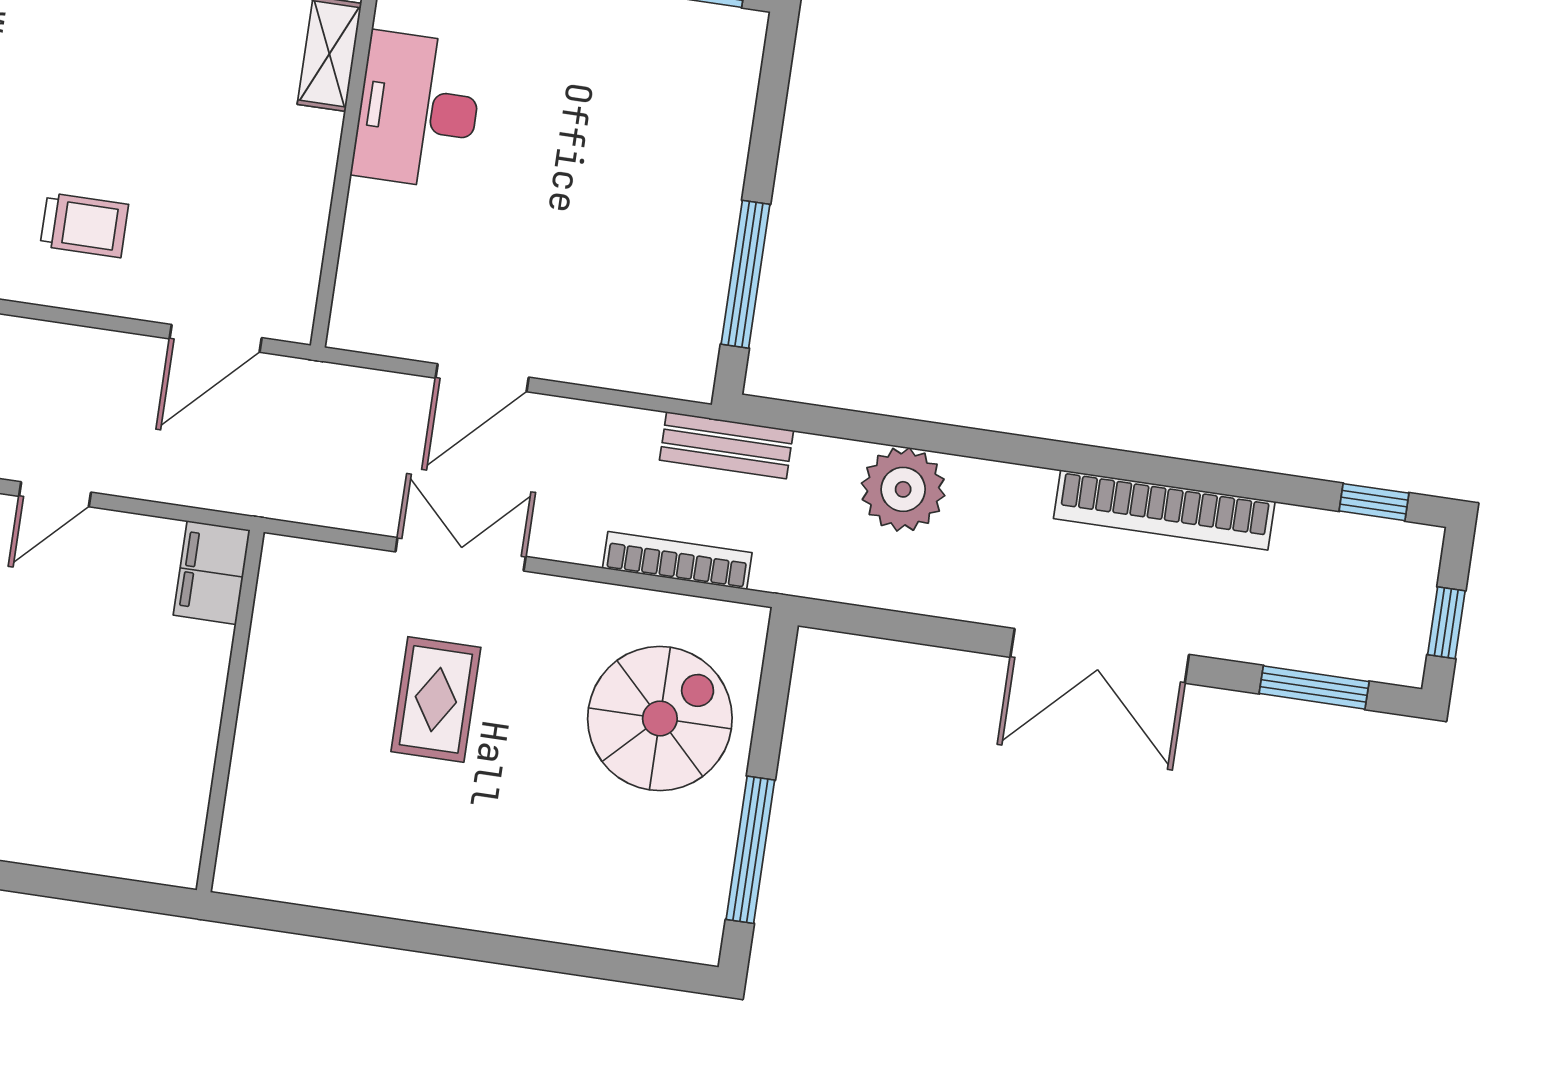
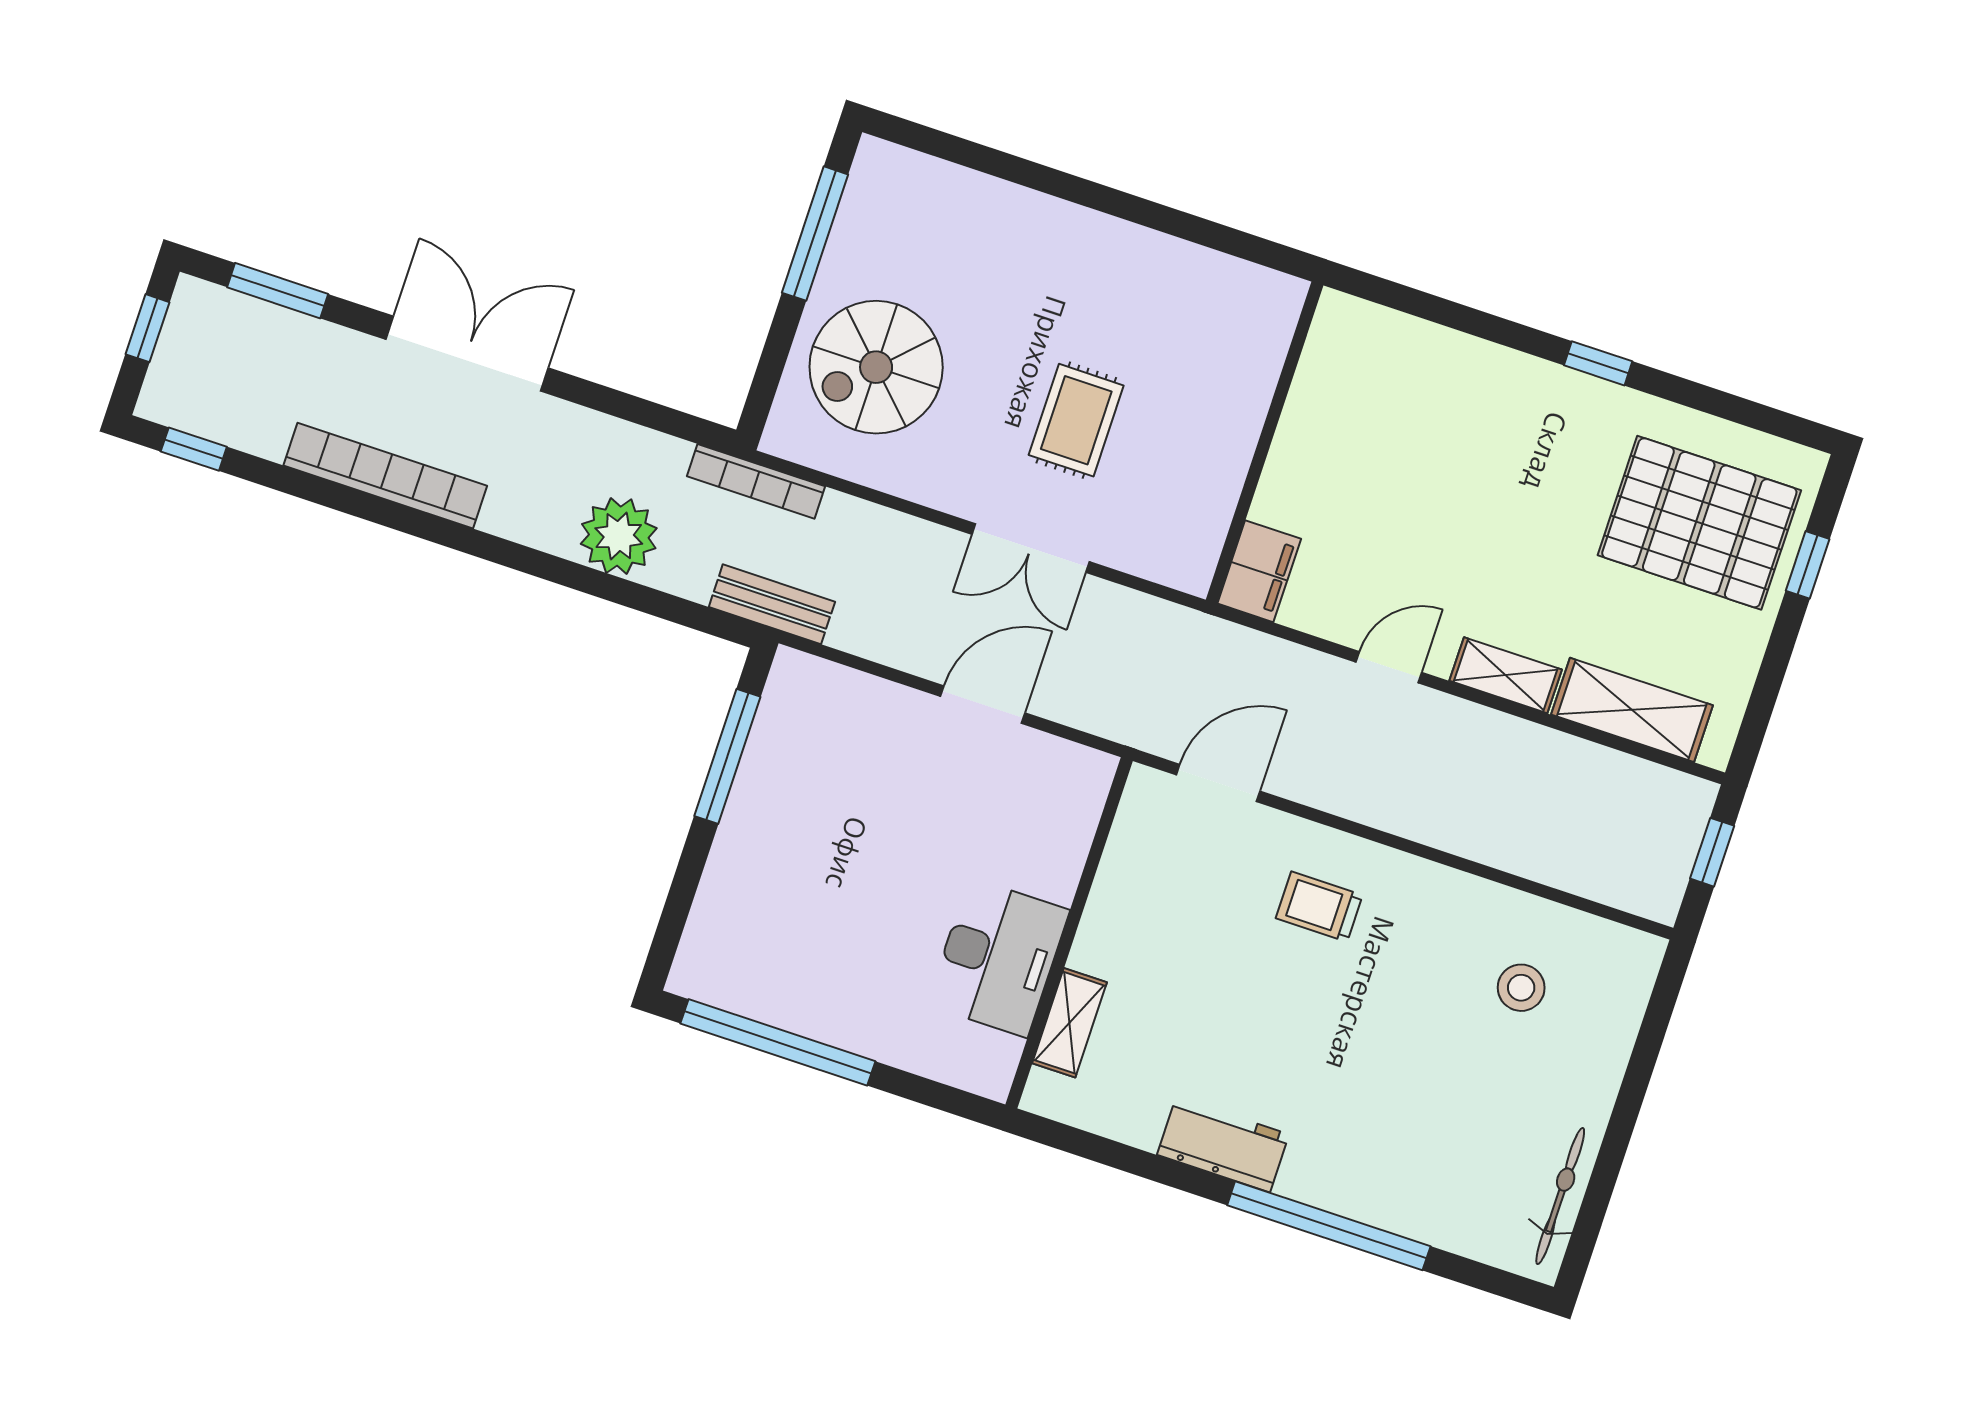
bookcase: (677, 561) -> (756, 481), moved

